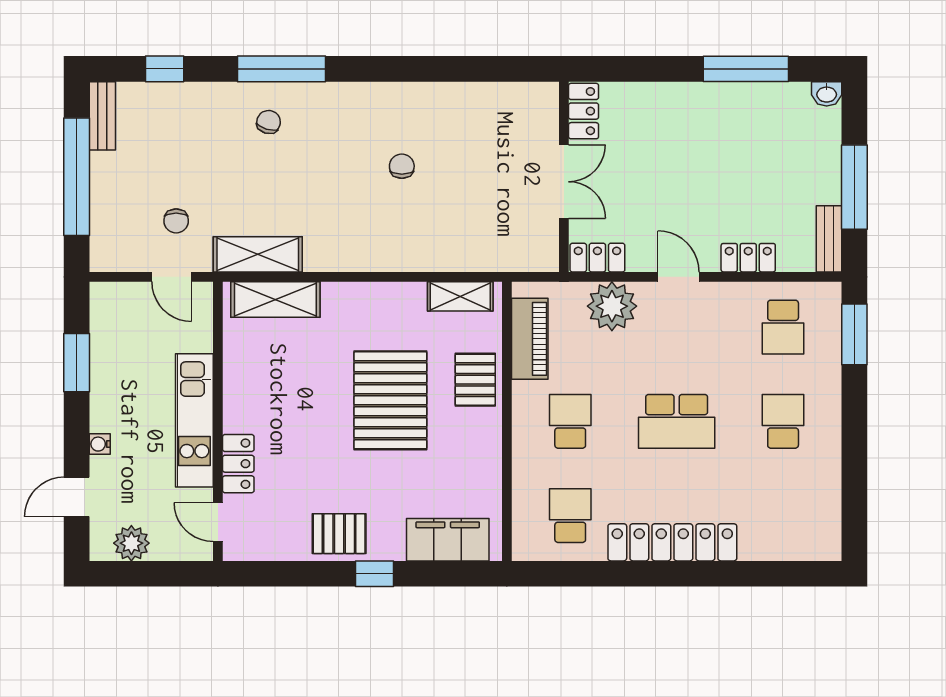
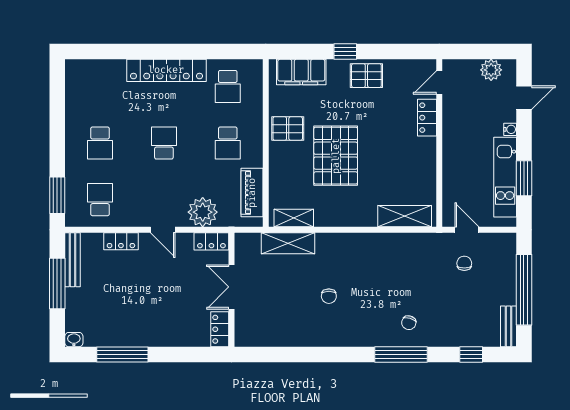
bench: (829, 239) -> (72, 260), width x1.36
shelving: (258, 254) -> (288, 243), moved
pallet: (475, 380) -> (288, 129), moved, turned 90
kitchen unit: (194, 420) -> (505, 177), moved, turned 180
school desk: (677, 421) -> (164, 143), width x0.54
door: (218, 522) -> (439, 83), swing flipped

